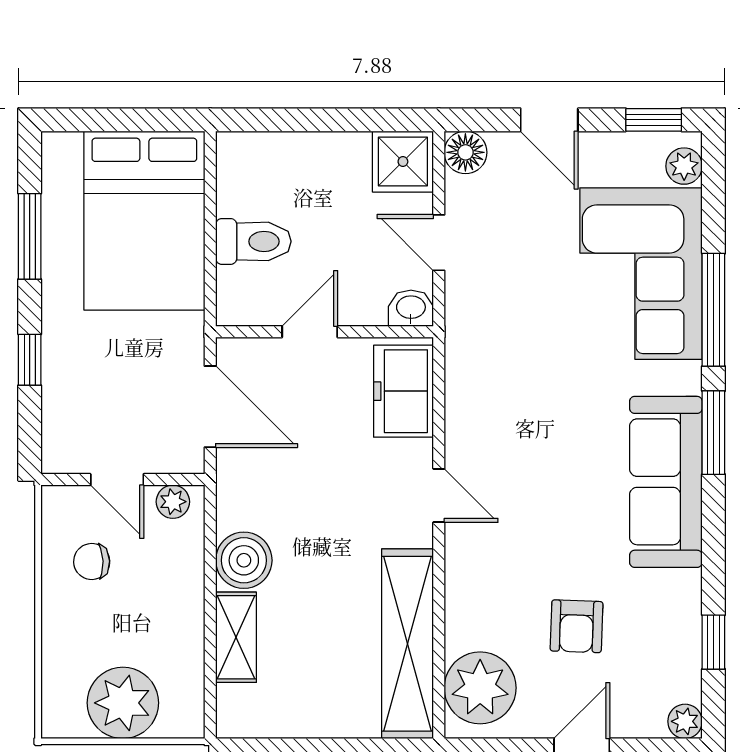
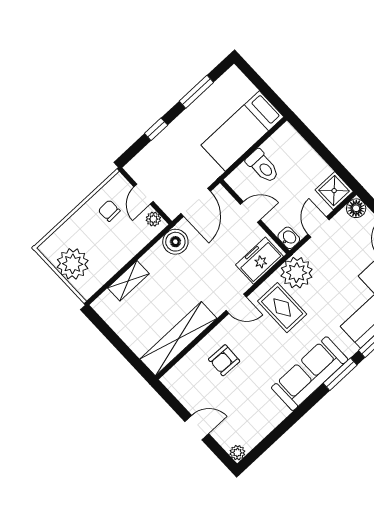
bed: (144, 221) -> (242, 131), width x0.67
rug: (515, 426) -> (282, 308), added
door: (439, 496) -> (236, 304), hinge flipped
boiler: (244, 560) -> (175, 242), moved
armchair: (577, 626) -> (224, 360), moved
window: (713, 642) -> (272, 438), removed
plant: (480, 688) -> (297, 273), moved

